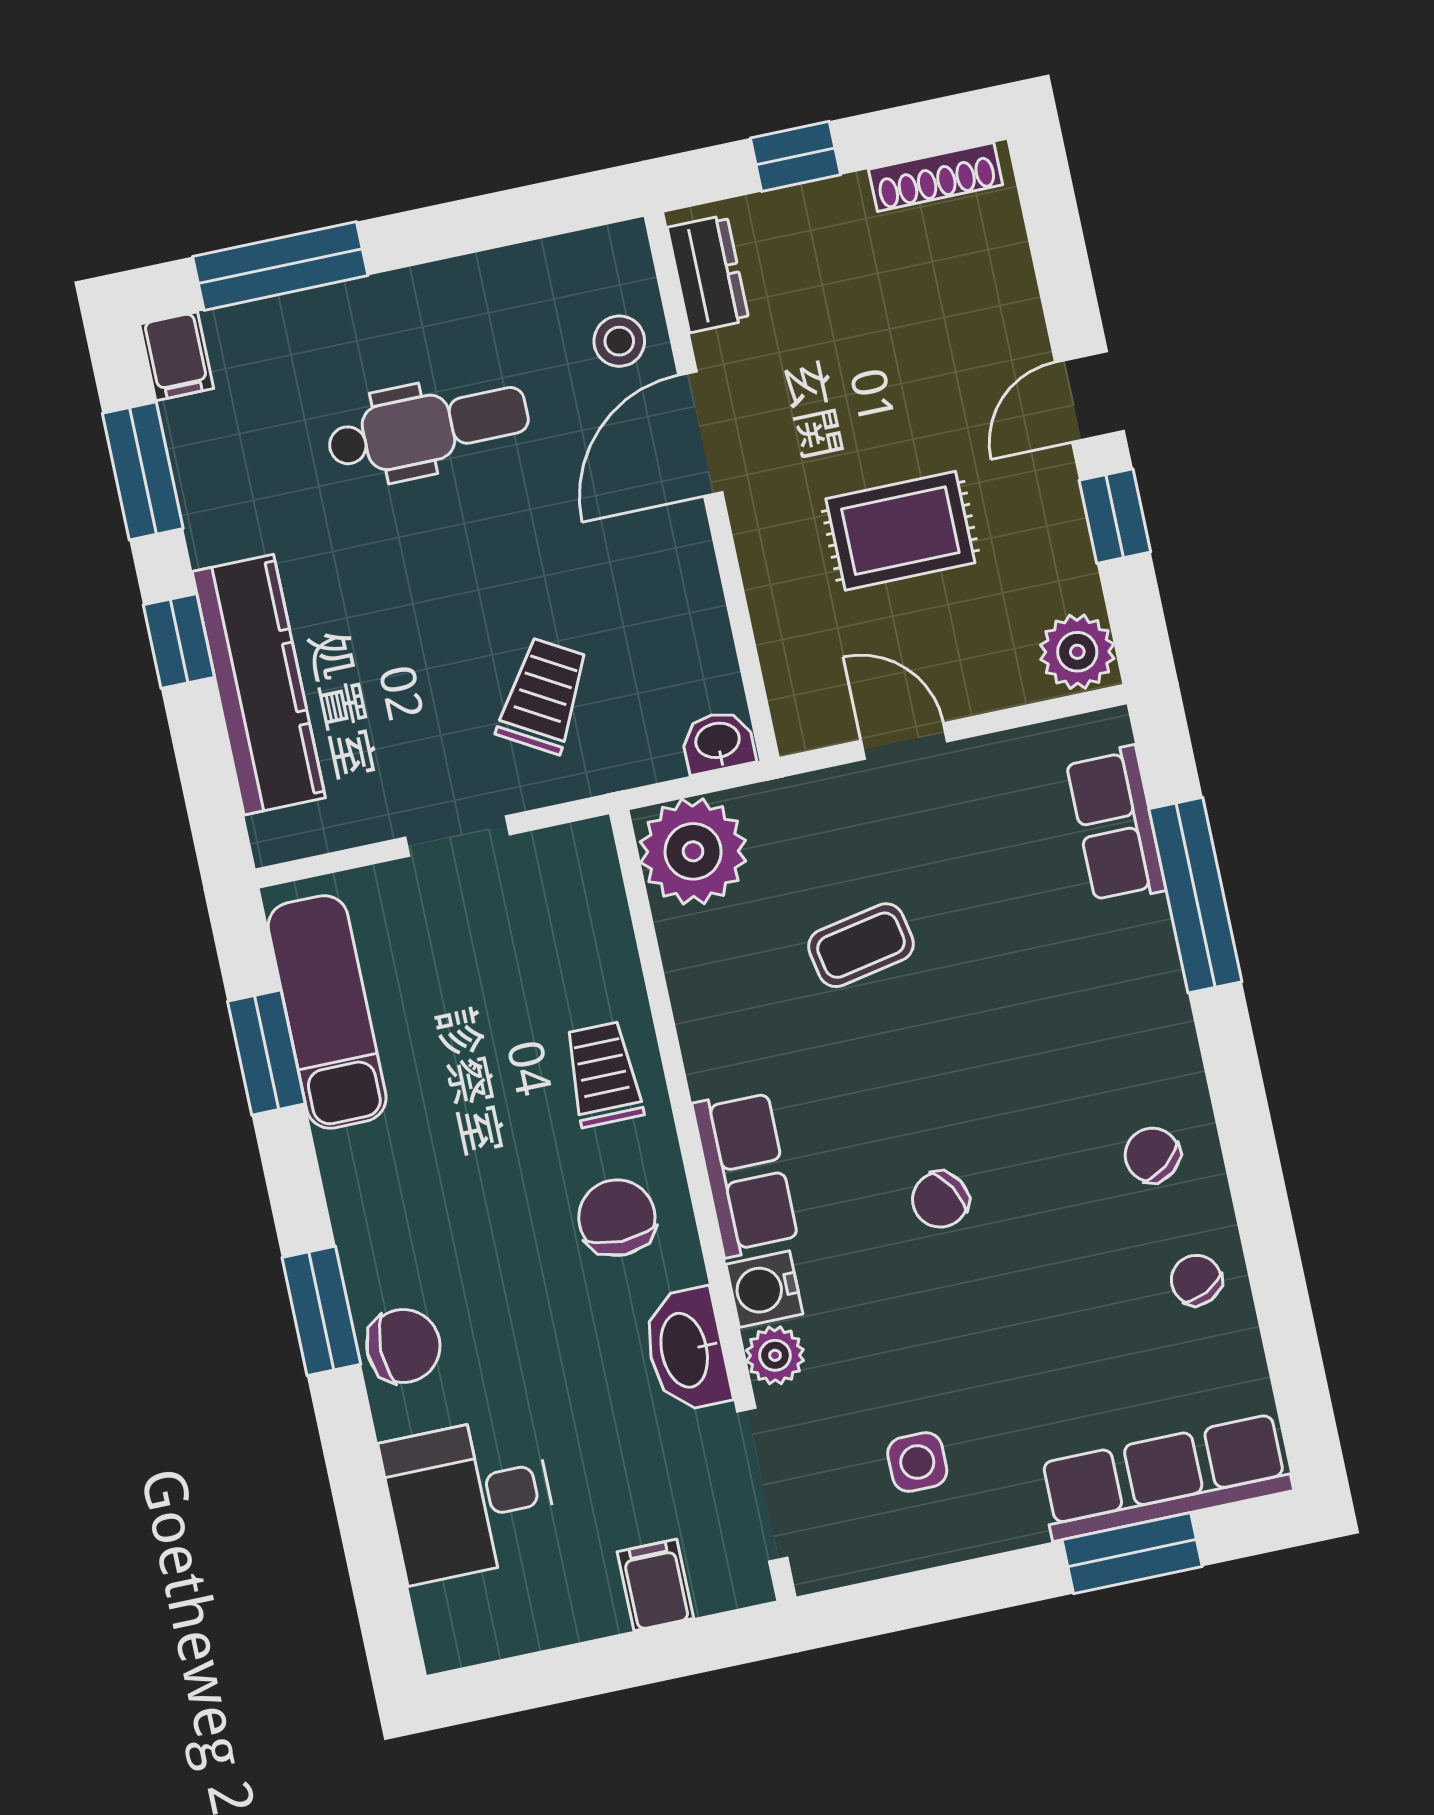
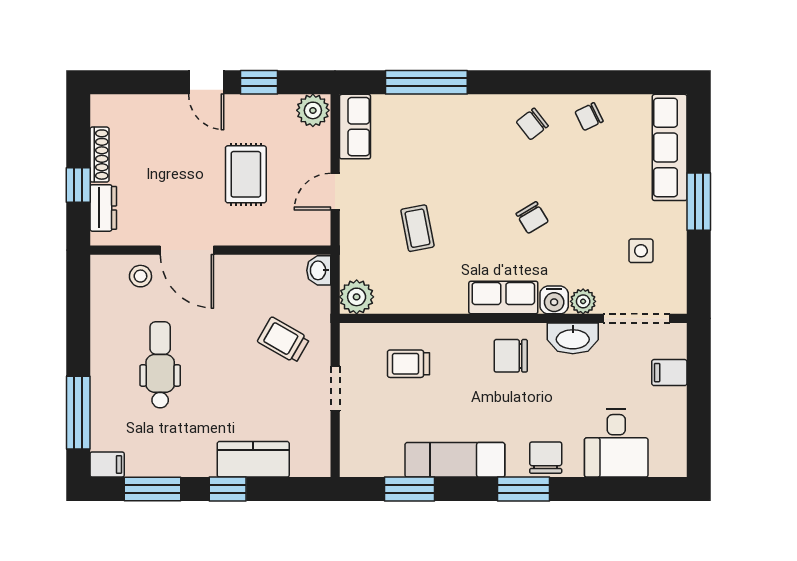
shoe rack: (936, 177) -> (100, 155), moved
dresser: (708, 274) -> (103, 208), moved, turned 90
kitchen counter: (259, 685) -> (253, 459), width x0.67
row of seats: (1116, 825) -> (355, 127), moved, turned -90
plant: (693, 851) -> (357, 297), width x0.73, depth x0.73
exam couch: (327, 1012) -> (455, 460), moved
trolley: (603, 1074) -> (408, 364), moved
window: (1132, 1553) -> (699, 202), moved

